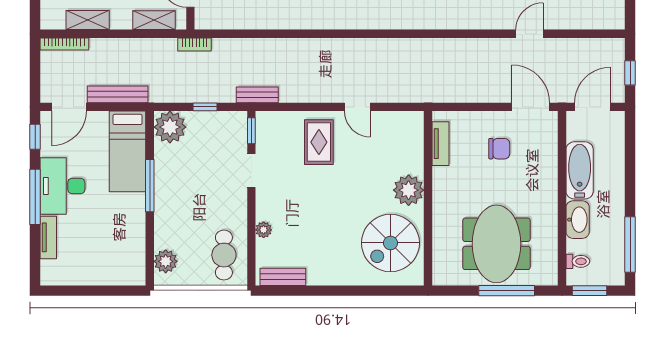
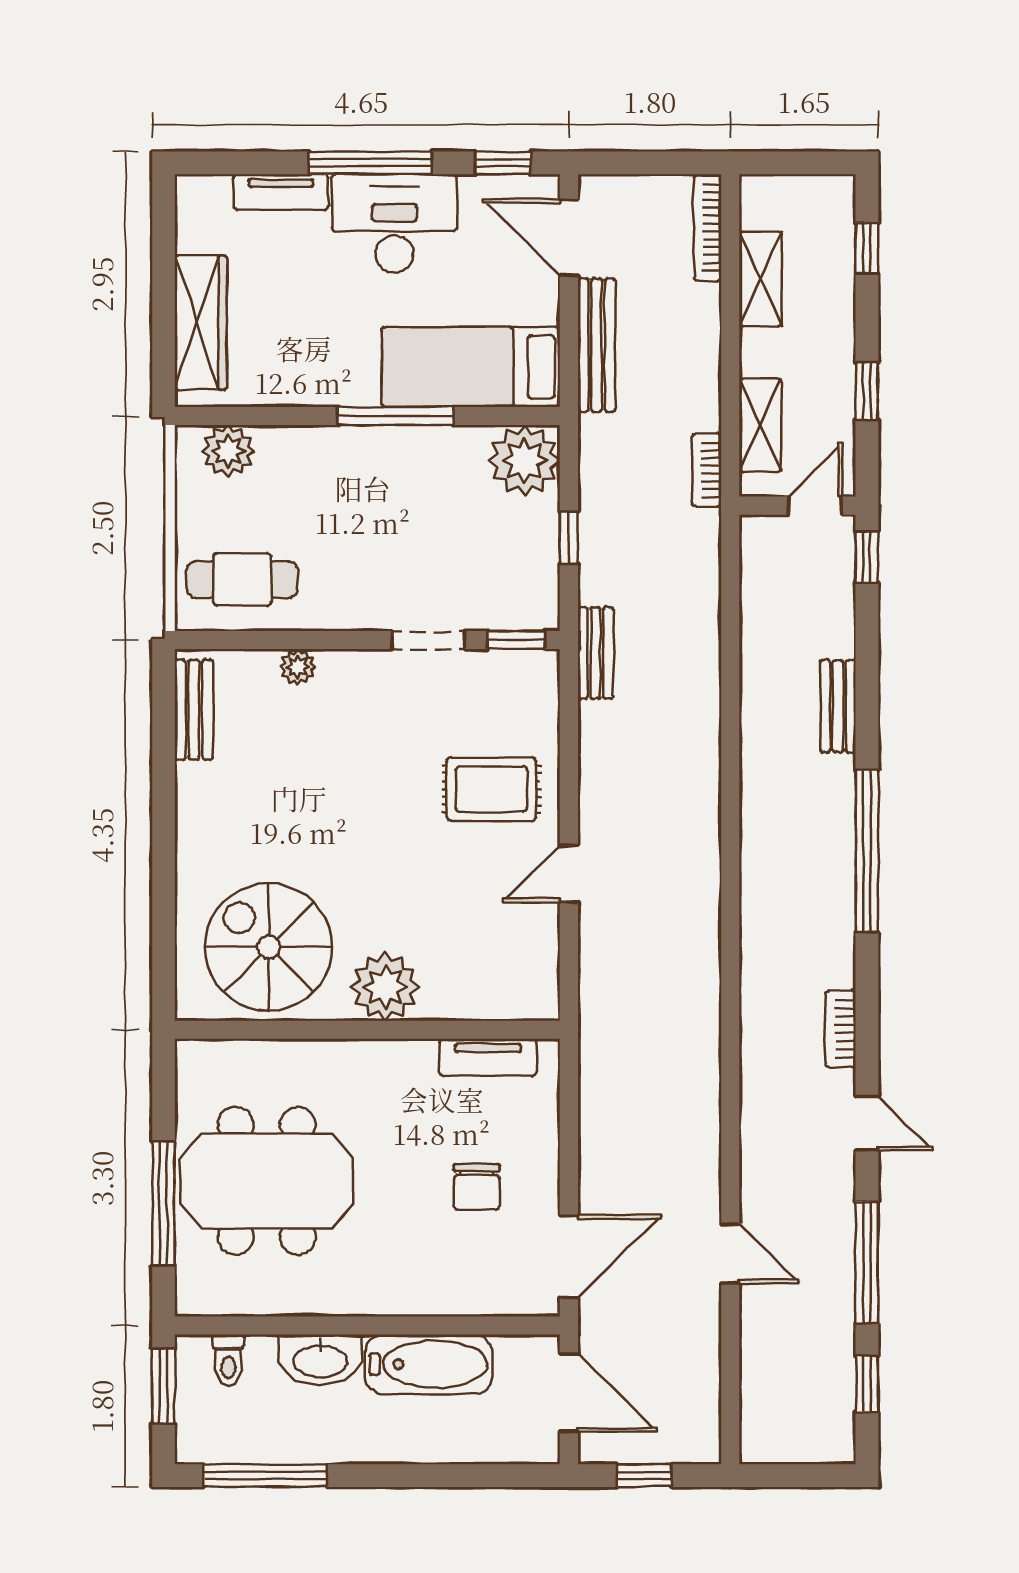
bookcase: (194, 44) -> (707, 470), moved
wardrobe: (107, 274) -> (201, 322), added

